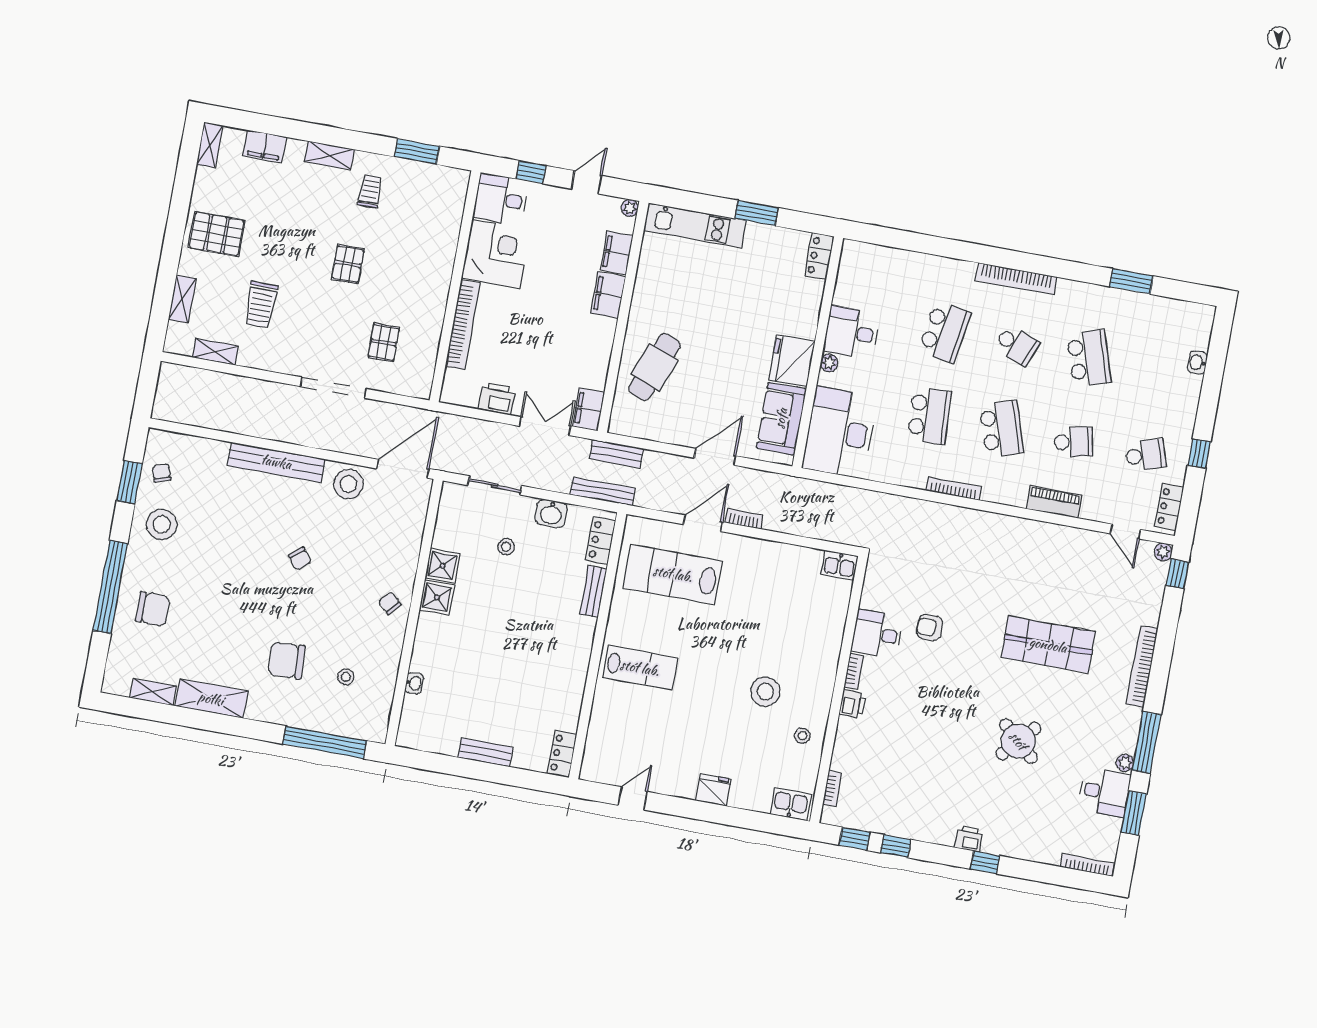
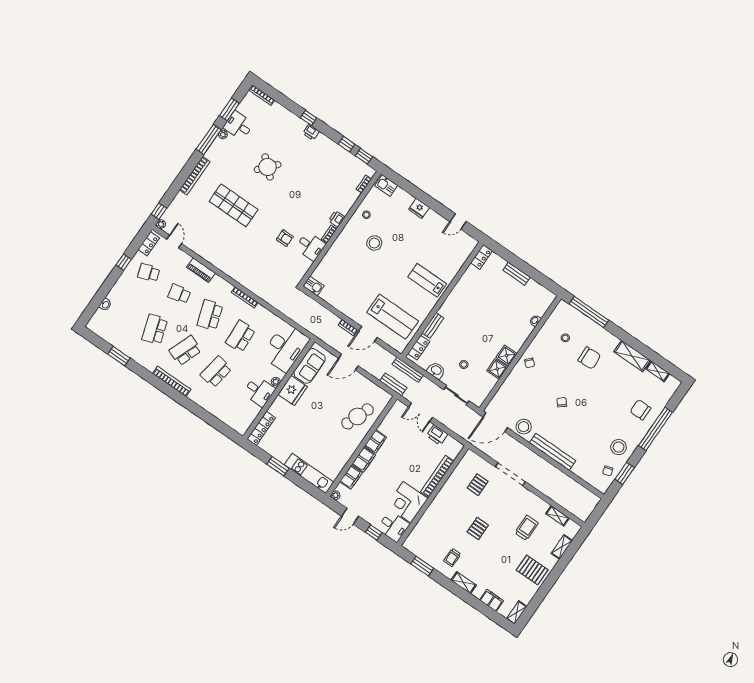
locker: (819, 256) -> (261, 428), width x1.53
school desk: (1017, 345) -> (185, 351), width x1.85
filing cabinet: (588, 409) -> (376, 441), moved

